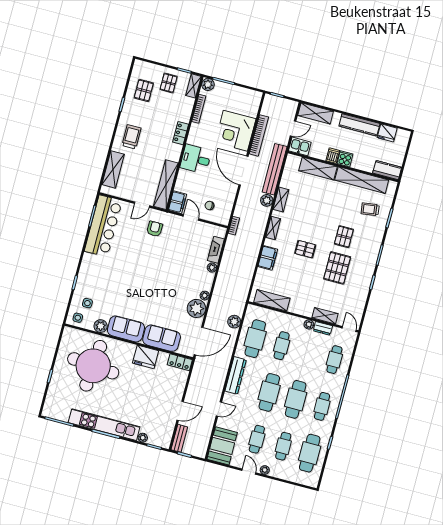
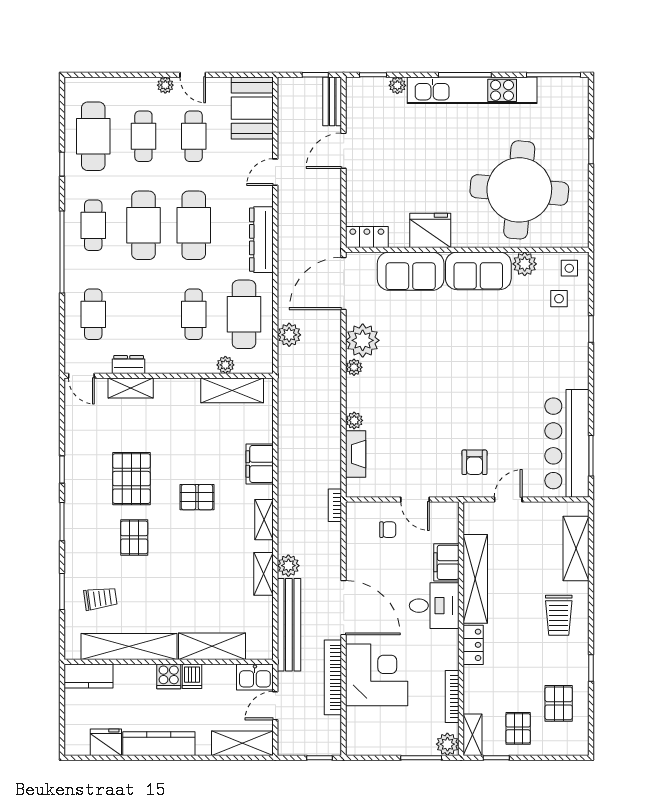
shelving: (166, 185) -> (475, 579), moved
filing cabinet: (177, 202) -> (446, 562), moved
plant: (309, 324) -> (225, 365), moved

